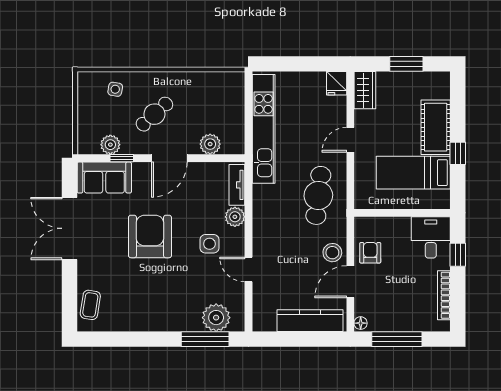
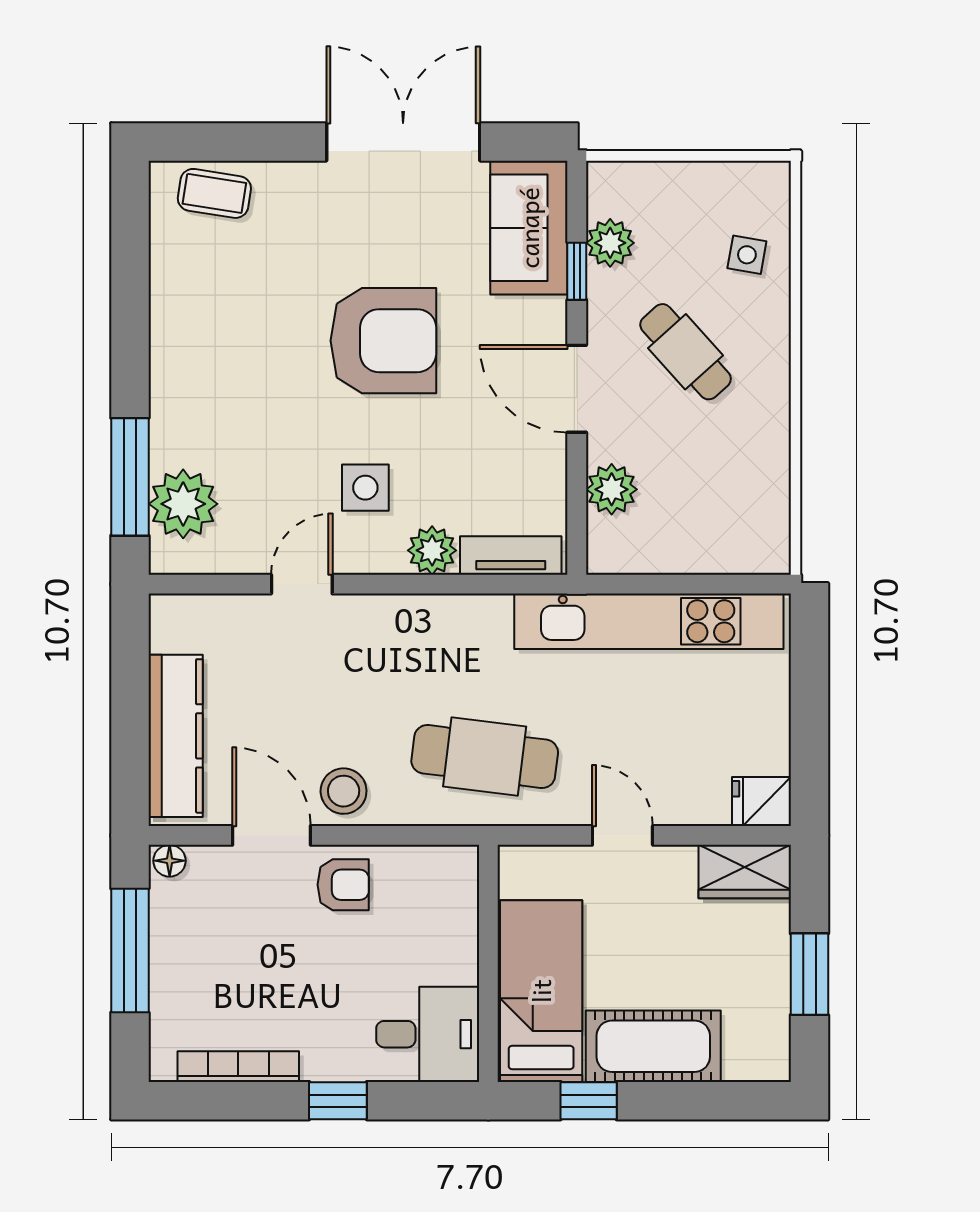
wall: (402, 213) -> (488, 963), moved
desk: (431, 237) -> (428, 1034), moved

